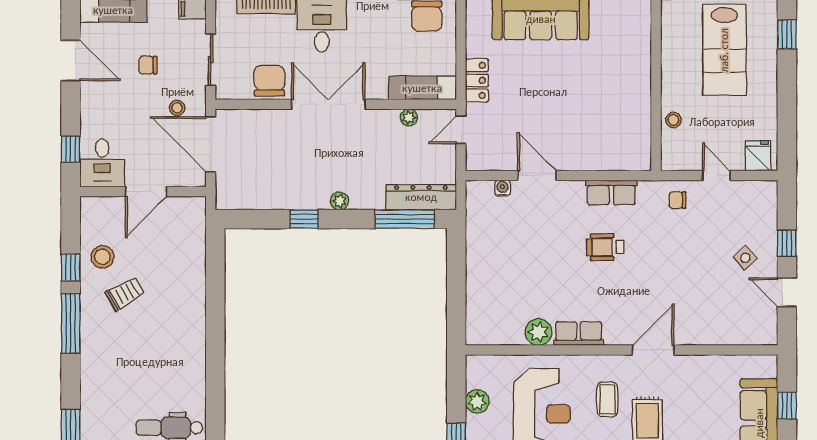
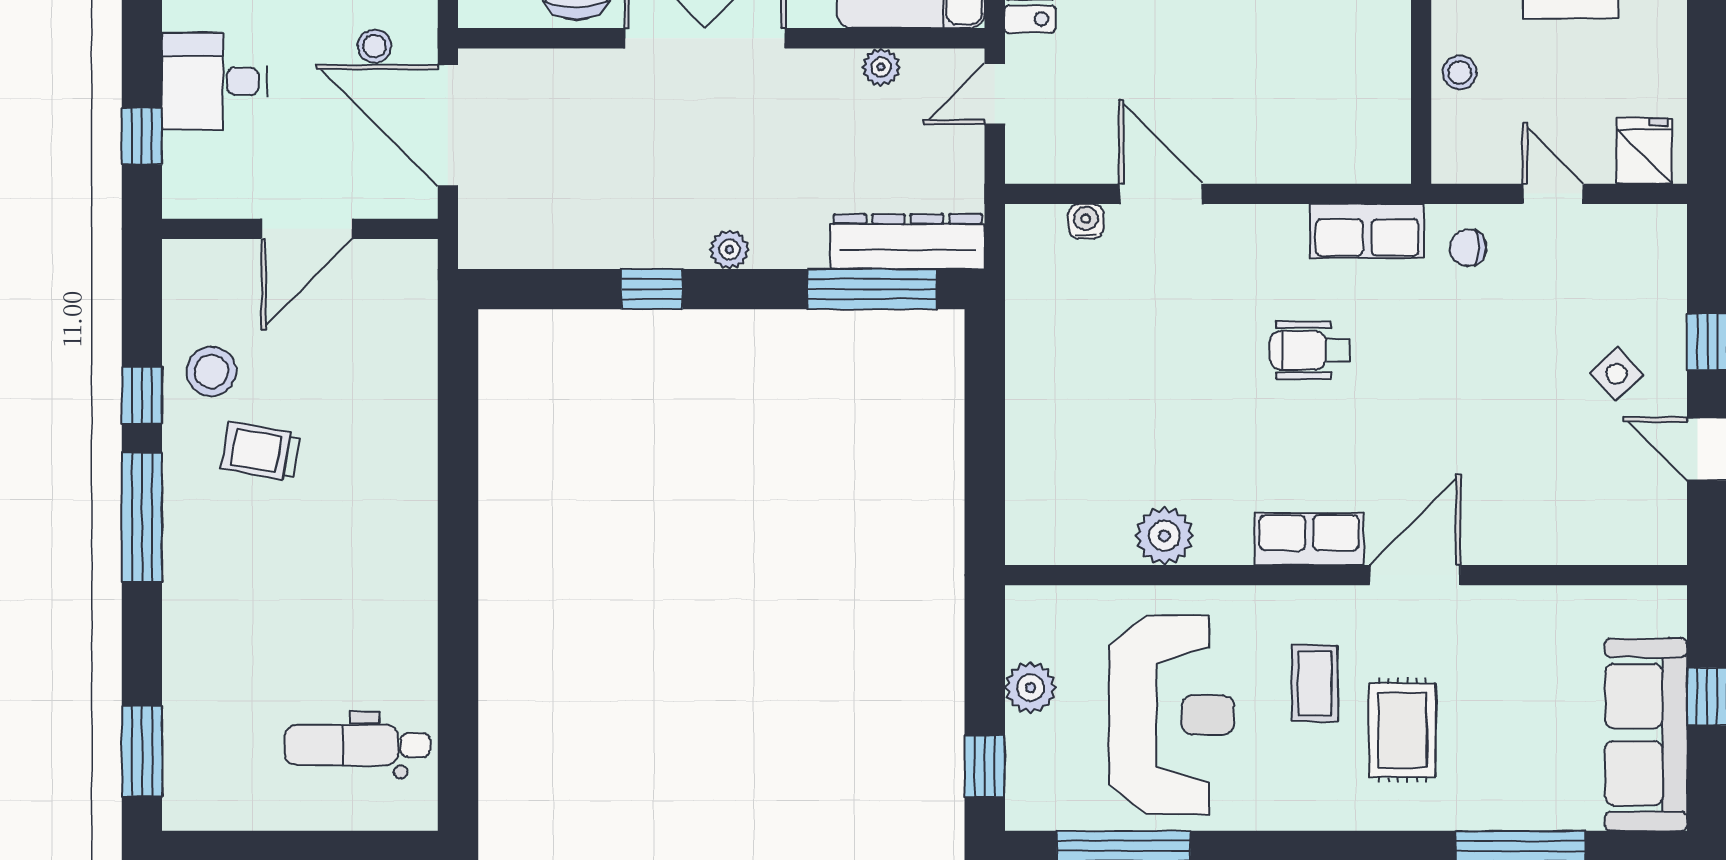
desk: (102, 163) -> (214, 81), moved, turned 90
row of seats: (611, 192) -> (1367, 231), moved
trolley: (125, 293) -> (261, 451), turned -140
row of seats: (579, 333) -> (1309, 539), moved

